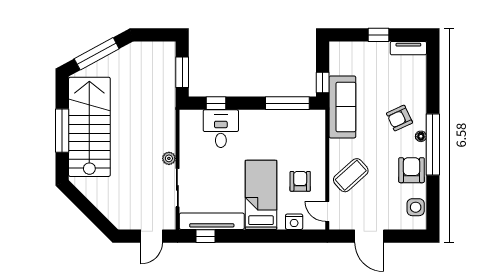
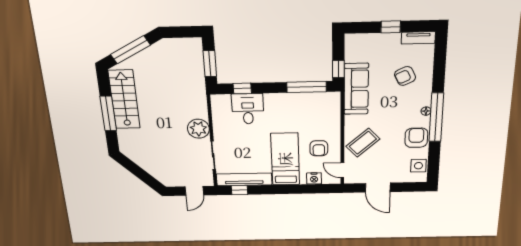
armchair: (399, 118) -> (405, 76), moved
stairs: (89, 127) -> (124, 100), width x0.73, depth x0.66
plant: (169, 158) -> (198, 129), width x1.88, depth x1.88
armchair: (300, 181) -> (319, 148), turned 180

